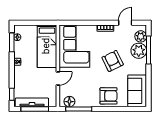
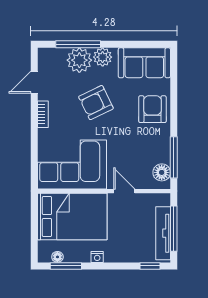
door: (125, 23) -> (34, 82), hinge flipped
plant: (141, 36) -> (103, 57), moved
bed: (47, 46) -> (72, 216), width x1.50

